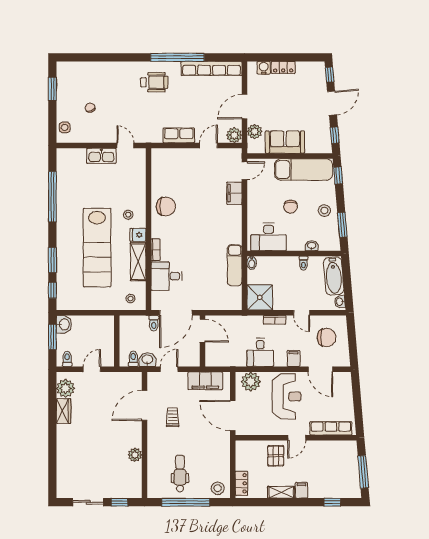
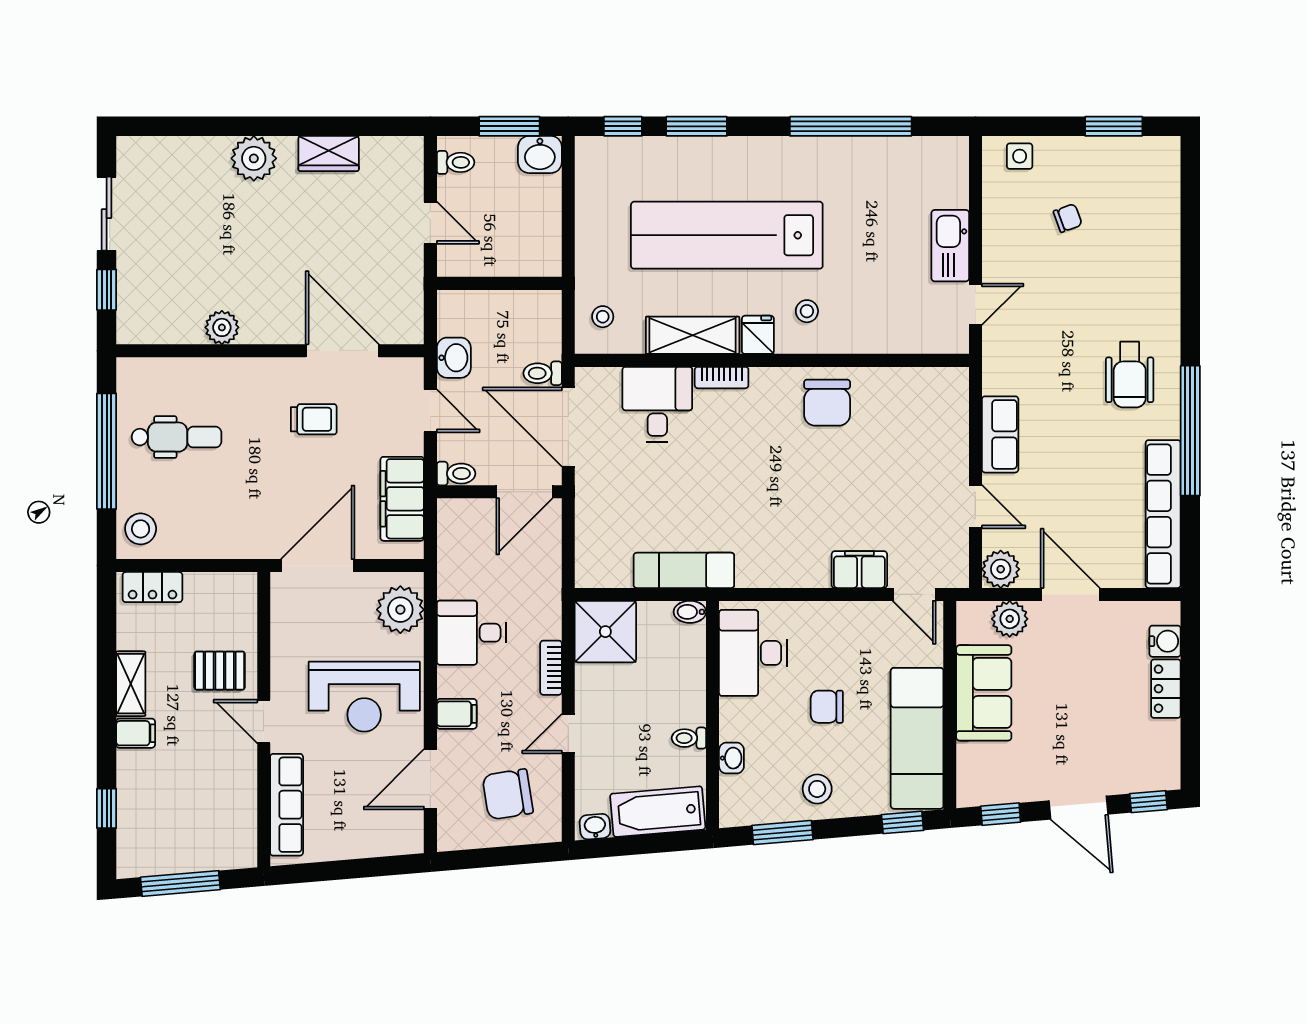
chair: (327, 338) -> (508, 794), turned 81
toilet: (133, 359) -> (456, 474), moved
plant: (66, 388) -> (254, 158), moved

